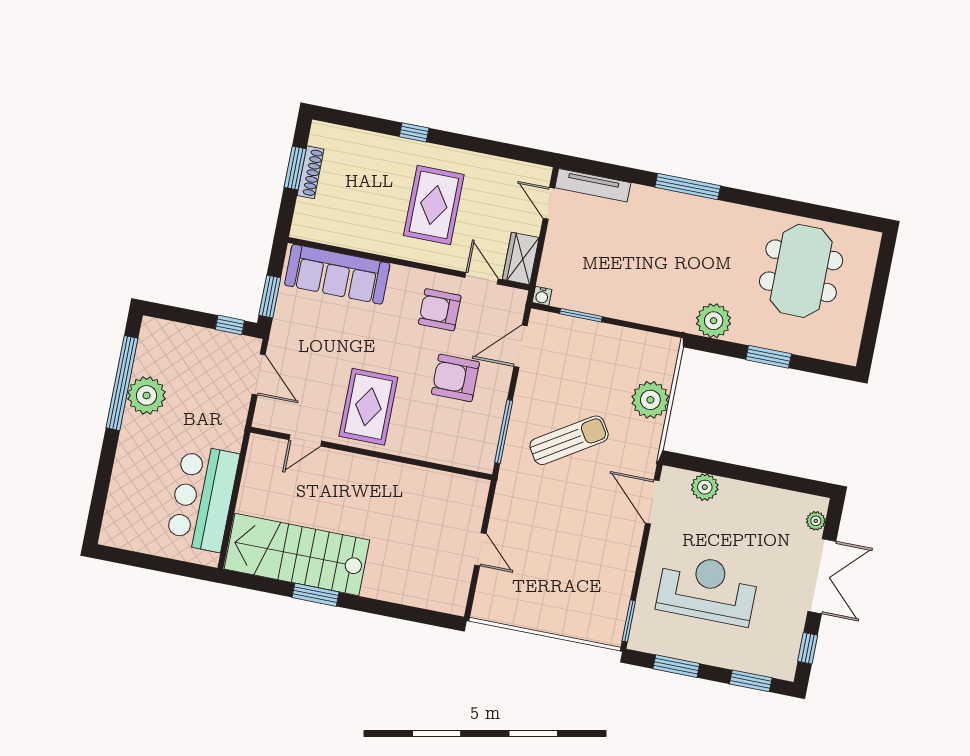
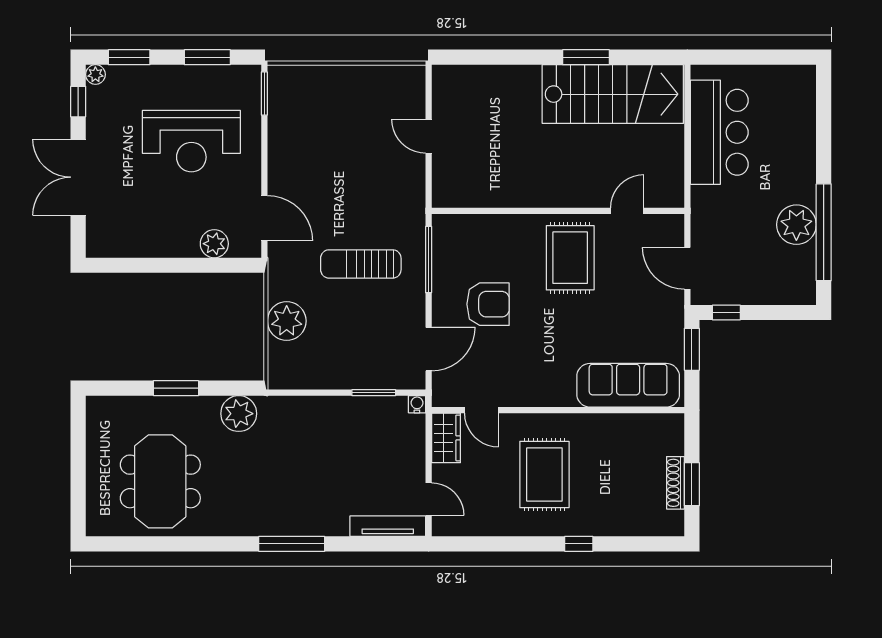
armchair: (440, 310) -> (517, 370), removed
sun lounger: (569, 440) -> (361, 264), turned 32
plant: (816, 521) -> (95, 74), moved

